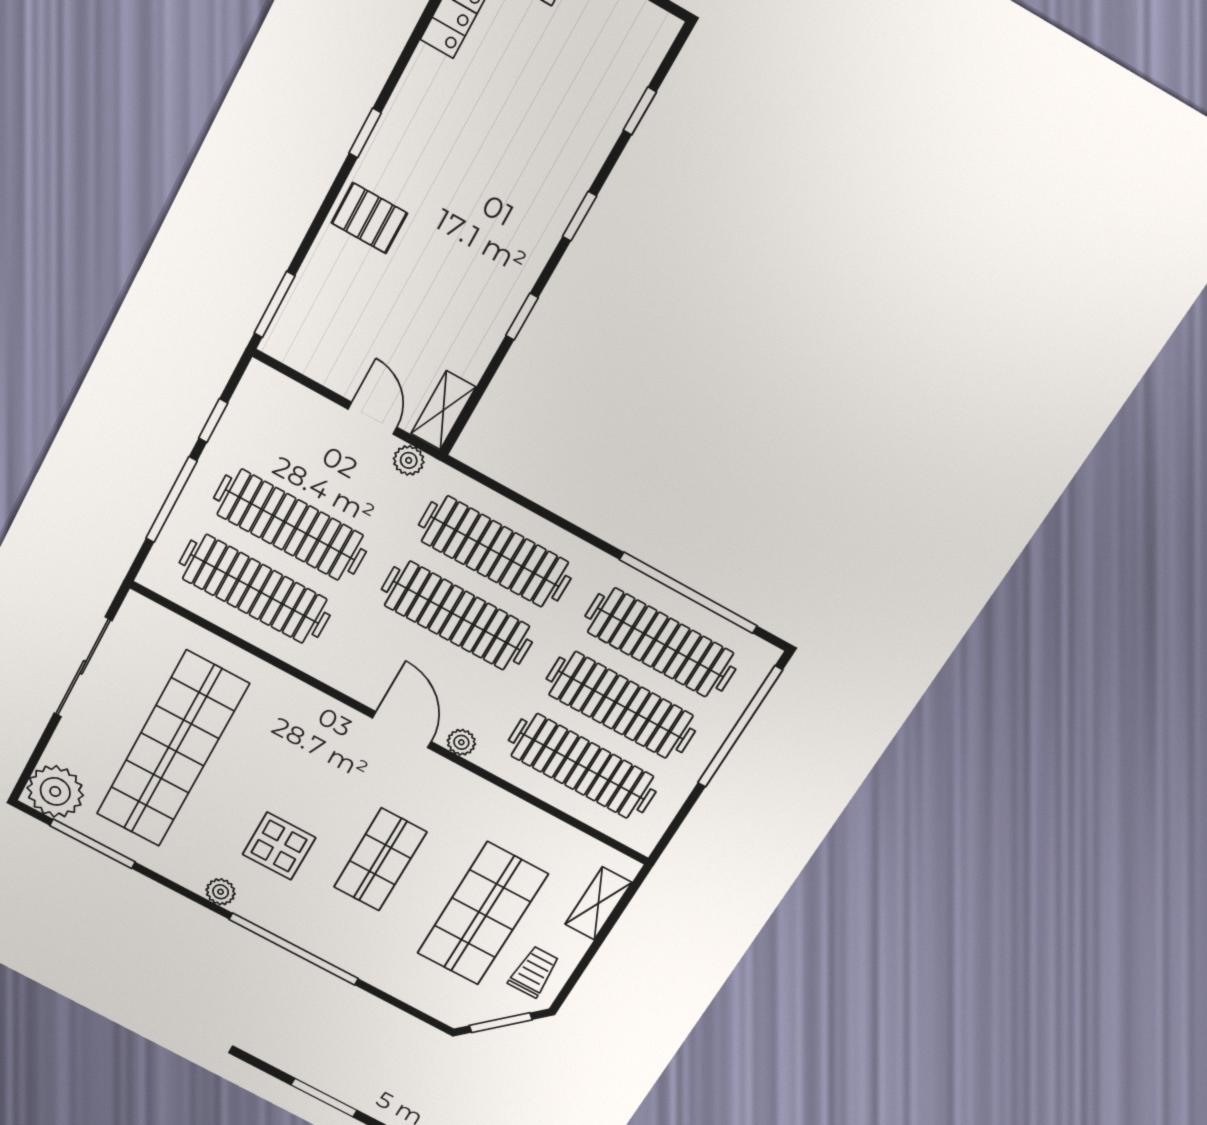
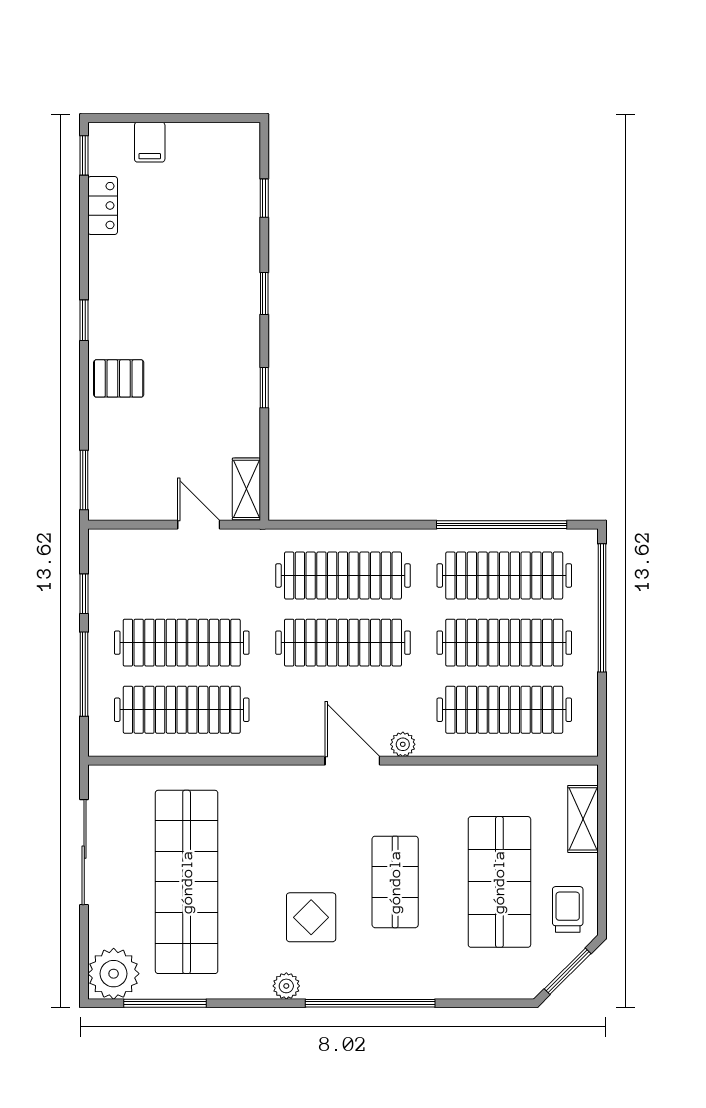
plant: (409, 460) -> (242, 542), removed

